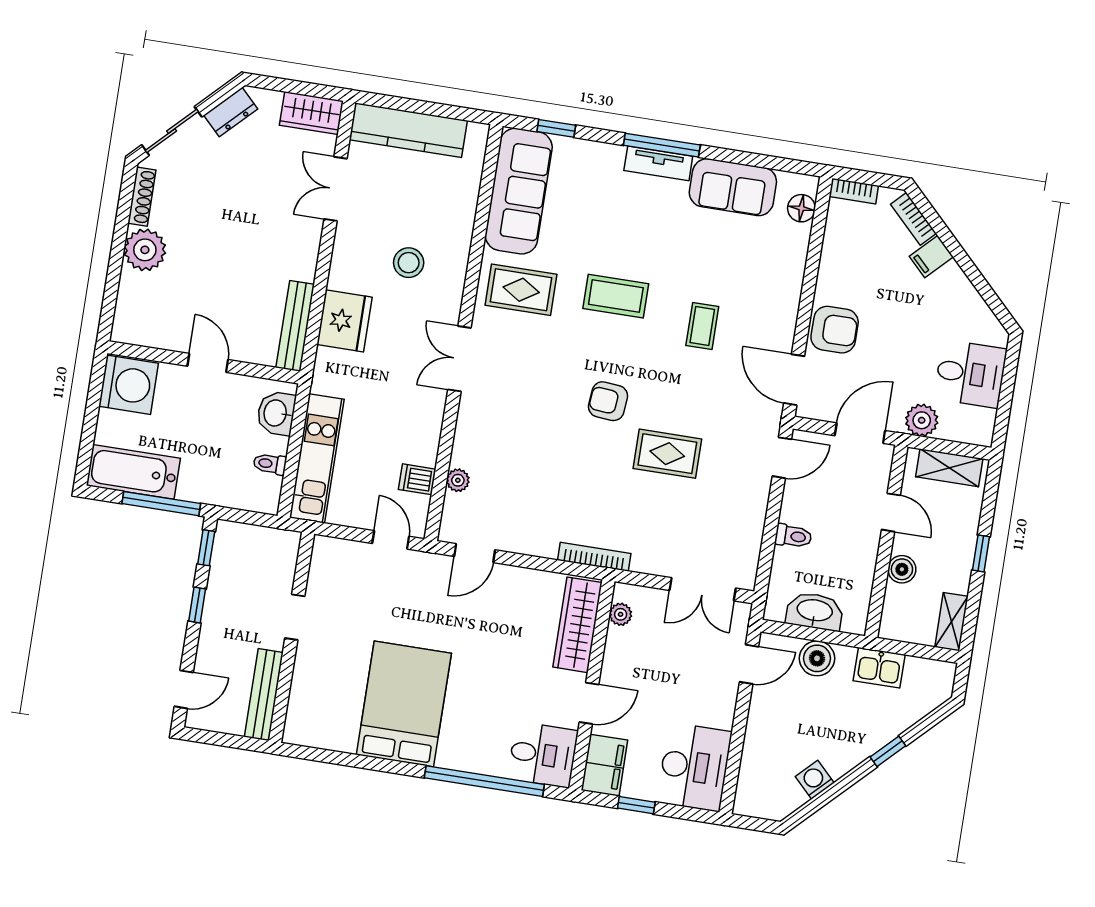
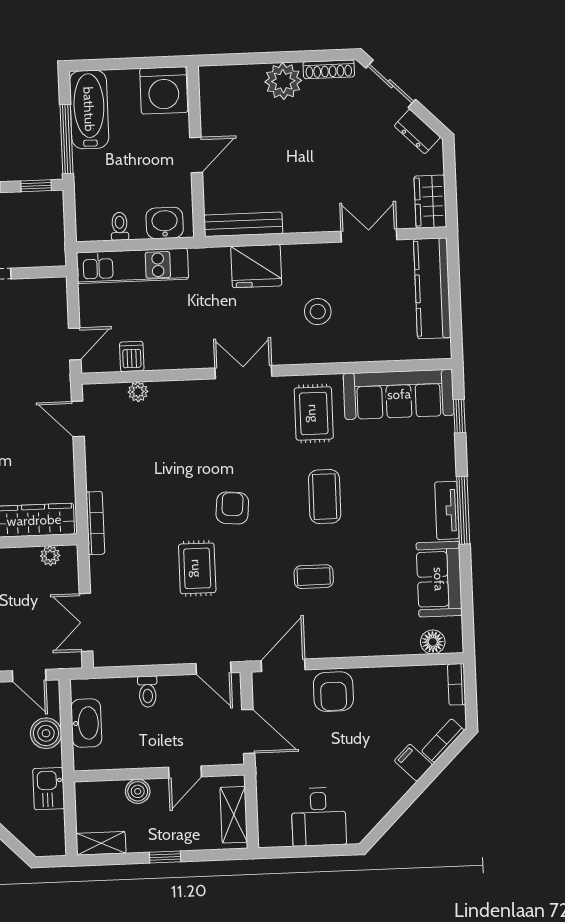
plant: (922, 420) -> (270, 783), removed

